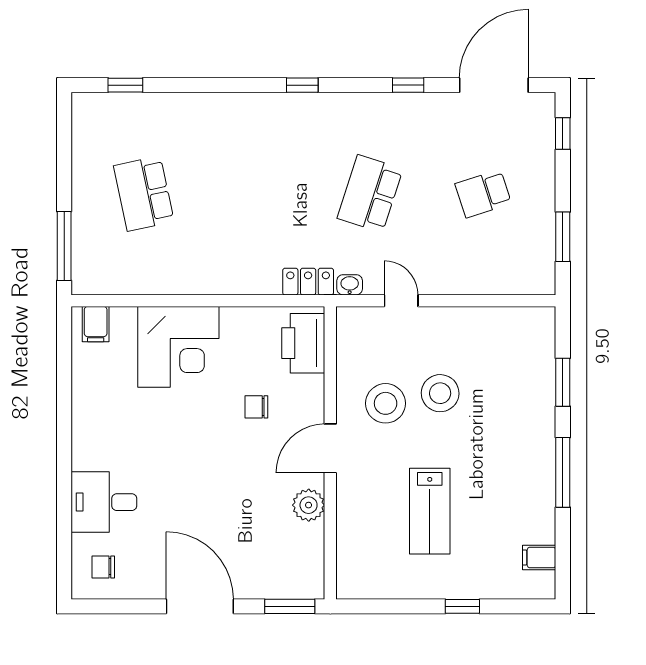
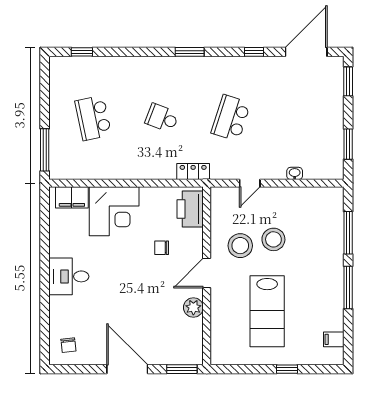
window: (302, 85) -> (190, 52), width x1.50
window: (563, 133) -> (348, 81), width x1.50
school desk: (483, 194) -> (162, 118), moved, turned 39
washbasin: (350, 285) -> (295, 173), moved
door: (401, 301) -> (250, 183), swing flipped
filing cabinet: (96, 324) -> (72, 197), width x2.00
window: (563, 382) -> (348, 233), width x1.44
desk: (104, 502) -> (69, 276), moved
lab bench: (430, 511) -> (267, 311), width x1.36, depth x1.39
chair: (103, 567) -> (68, 345), turned -96

